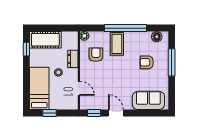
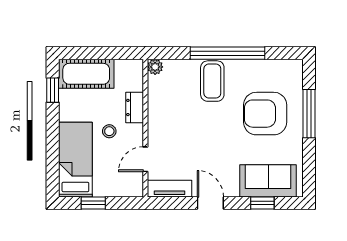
floor lamp: (157, 37) -> (283, 68), removed
armchair: (96, 55) -> (175, 100), removed
armchair: (147, 62) -> (265, 114), width x1.88, depth x1.88
door: (79, 88) -> (145, 159), swing flipped
tv unit: (93, 105) -> (170, 189), added
window: (94, 113) -> (262, 203), moved

